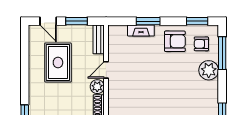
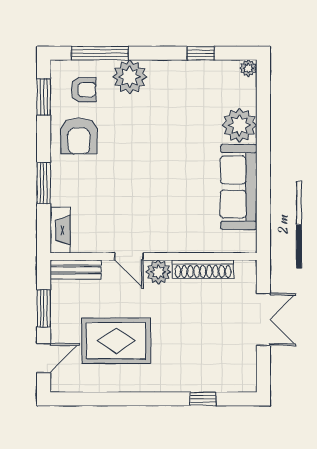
fireplace: (141, 31) -> (60, 230), moved
armchair: (175, 41) -> (79, 136), turned 180
armchair: (201, 44) -> (83, 90), turned -90

